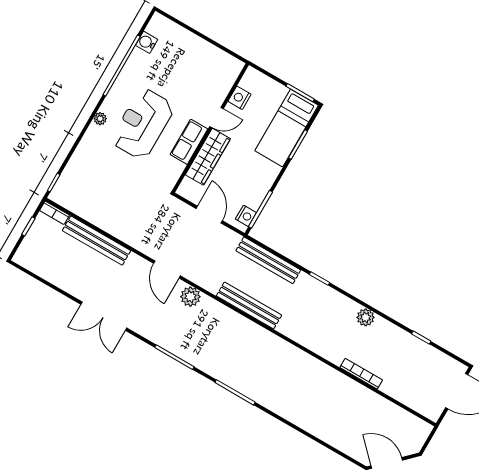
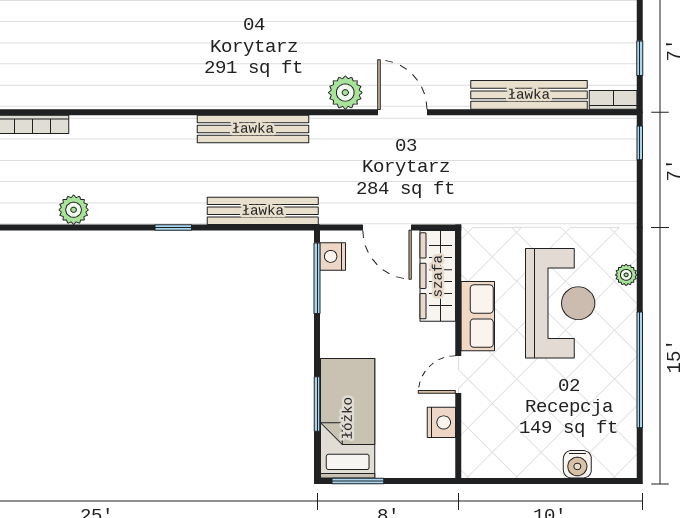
water cooler: (147, 42) -> (577, 464), moved, turned 90
wardrobe: (208, 157) -> (438, 276), moved

